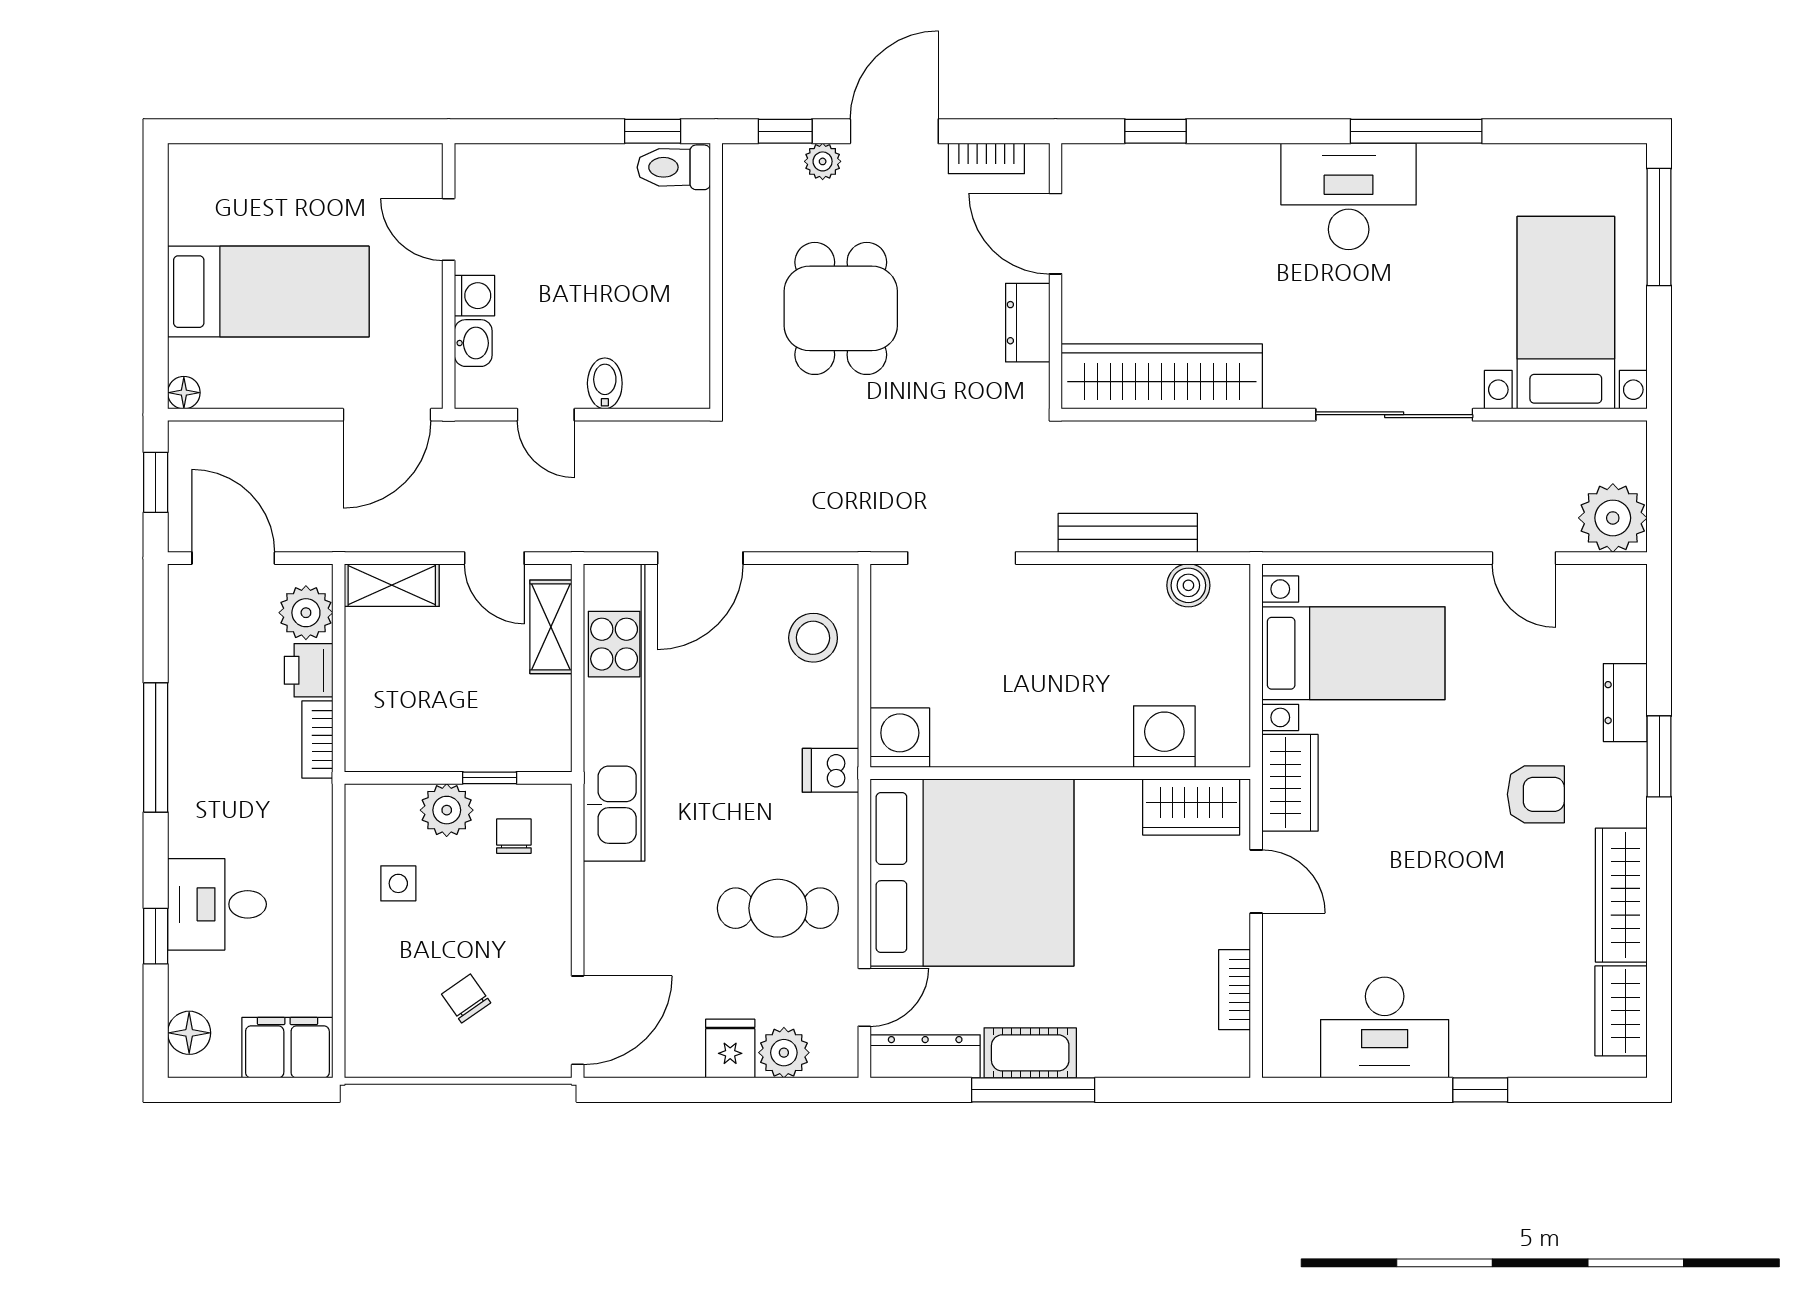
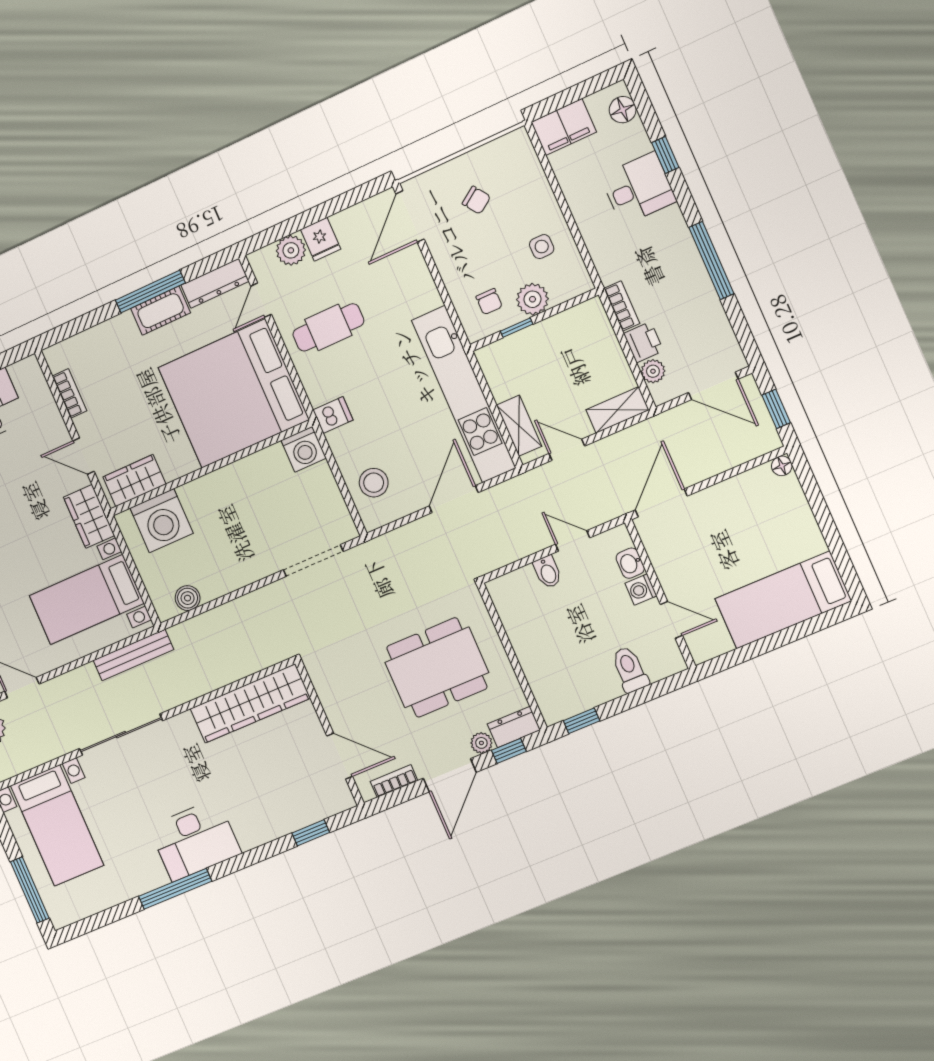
toilet: (674, 167) -> (630, 669), moved, turned -90
bed: (268, 292) -> (783, 600), moved
dining table: (841, 308) -> (437, 667), width x1.38
dresser: (1028, 323) -> (514, 727), moved, turned -90
bench: (1128, 533) -> (133, 655), moved
plant: (306, 613) -> (653, 371), width x0.73, depth x0.73
washing machine: (1164, 737) -> (161, 521), width x1.37, depth x1.37

